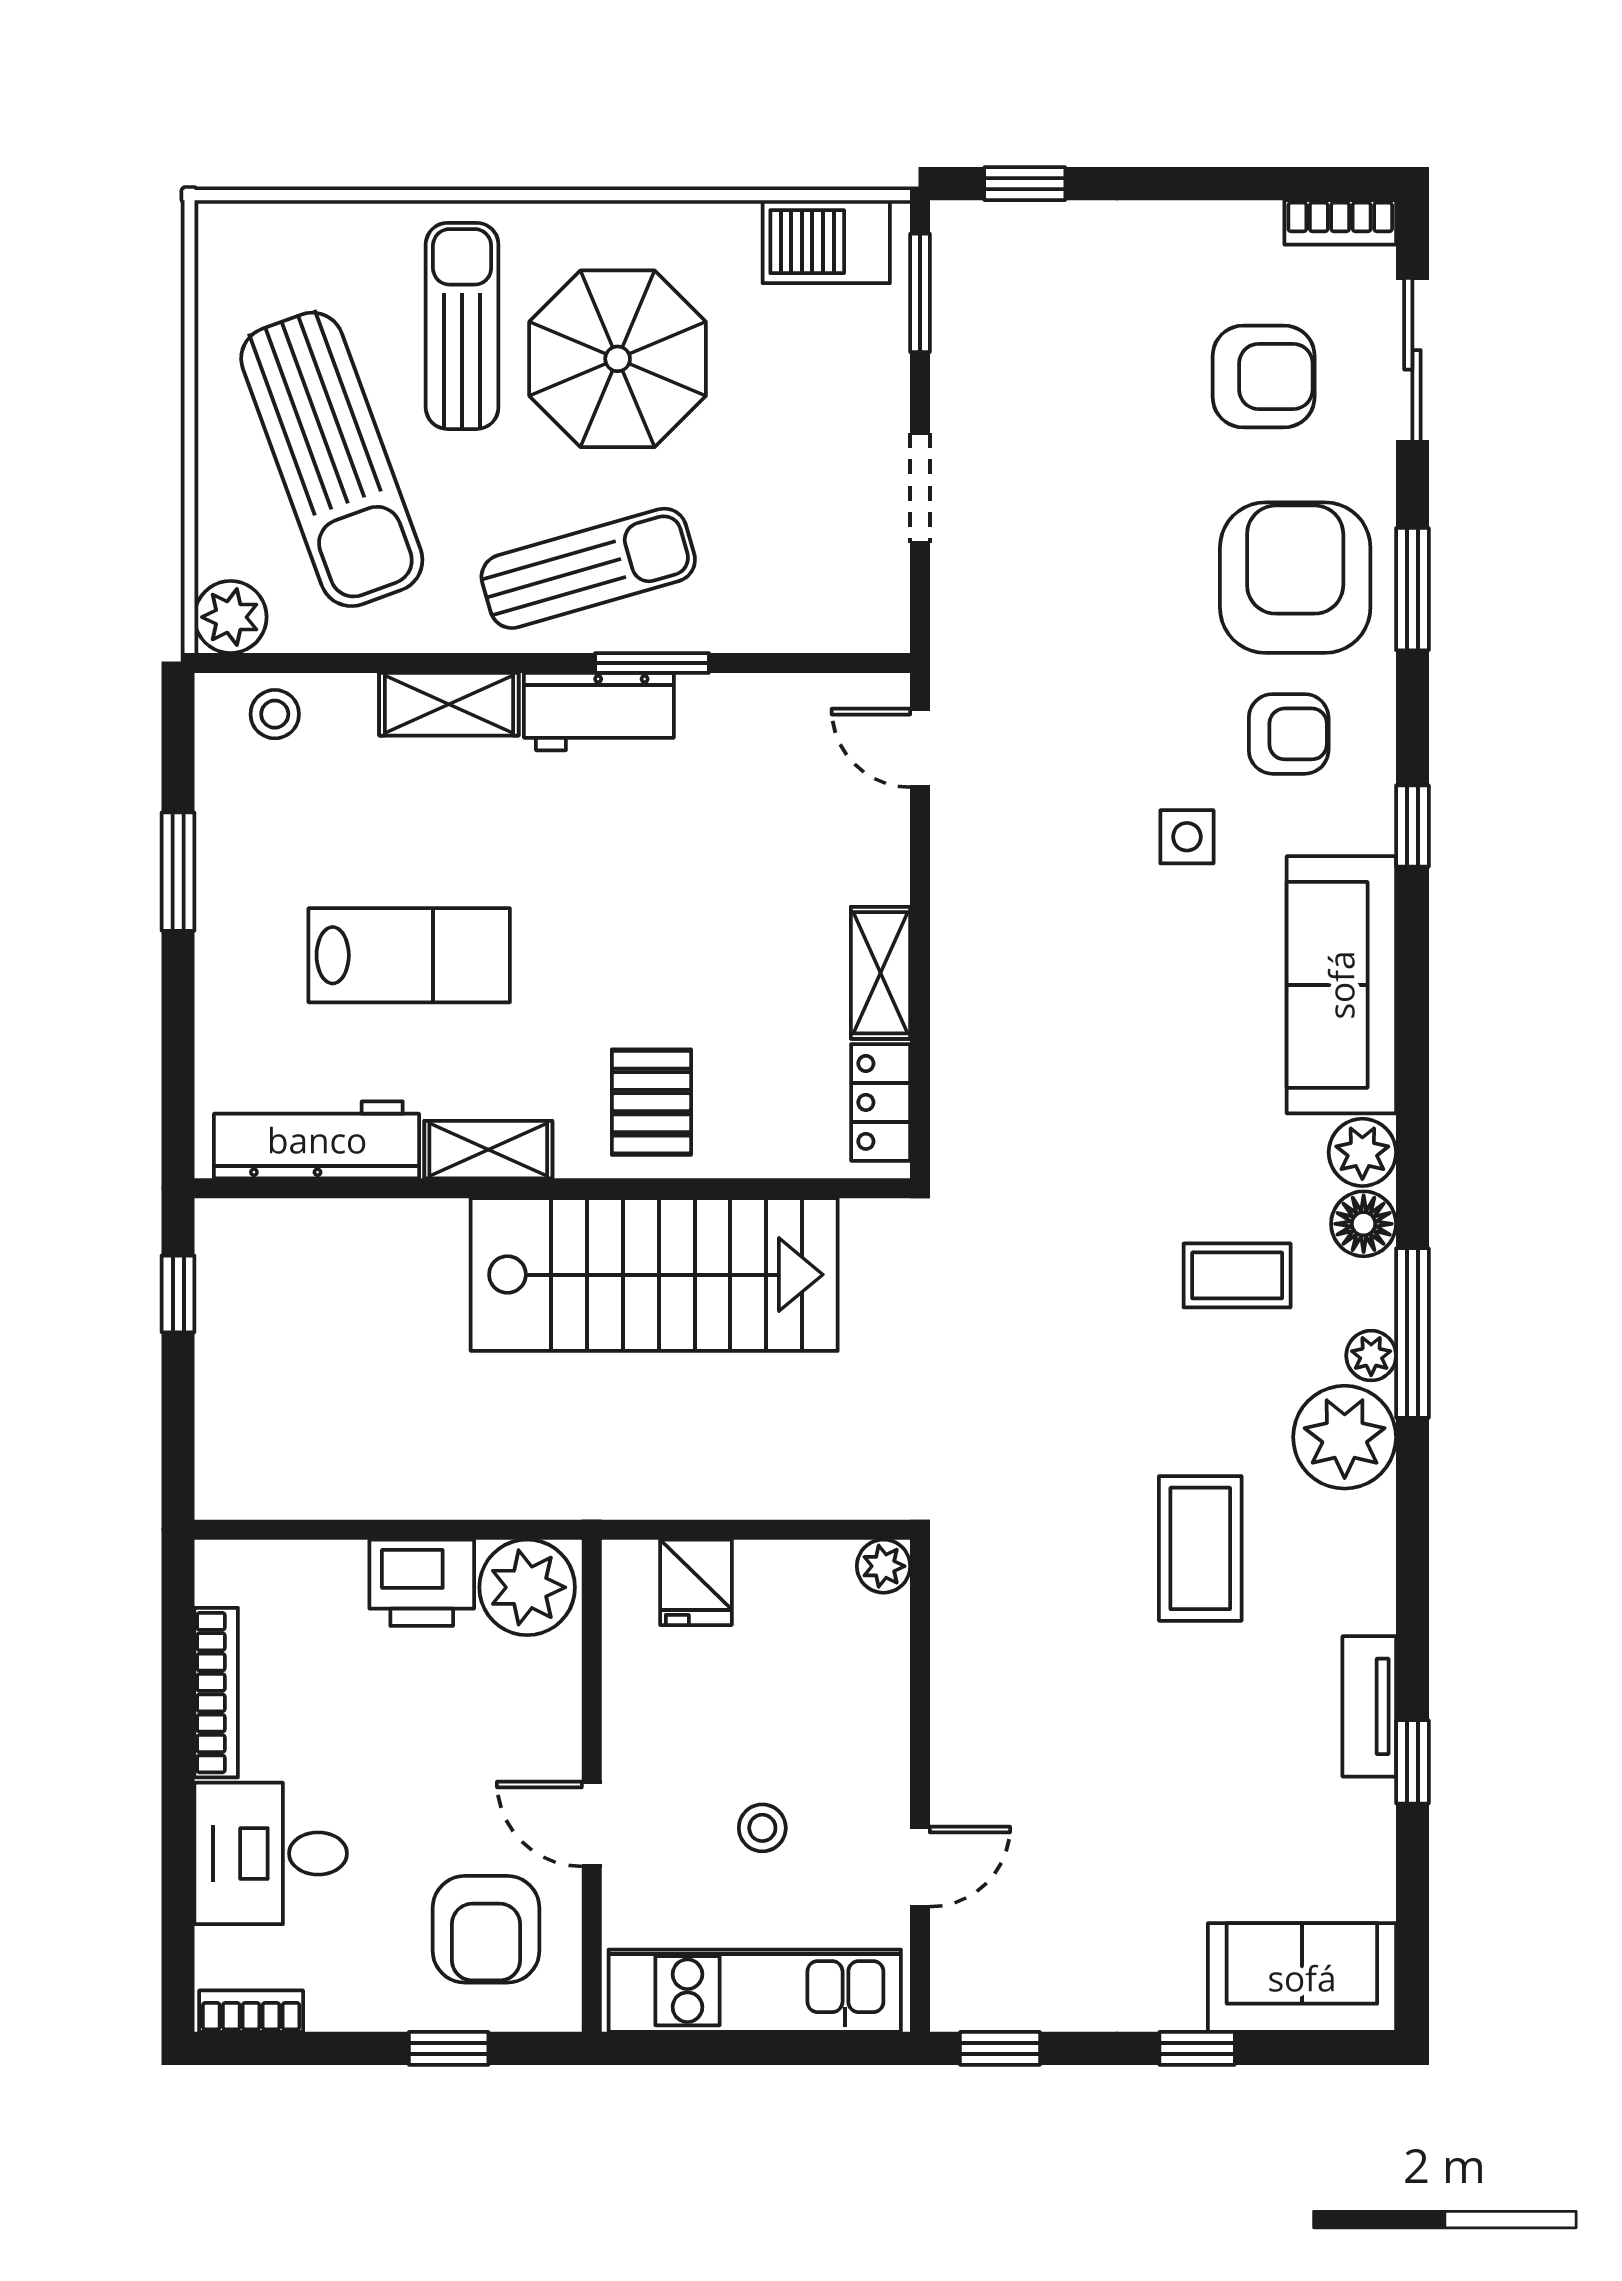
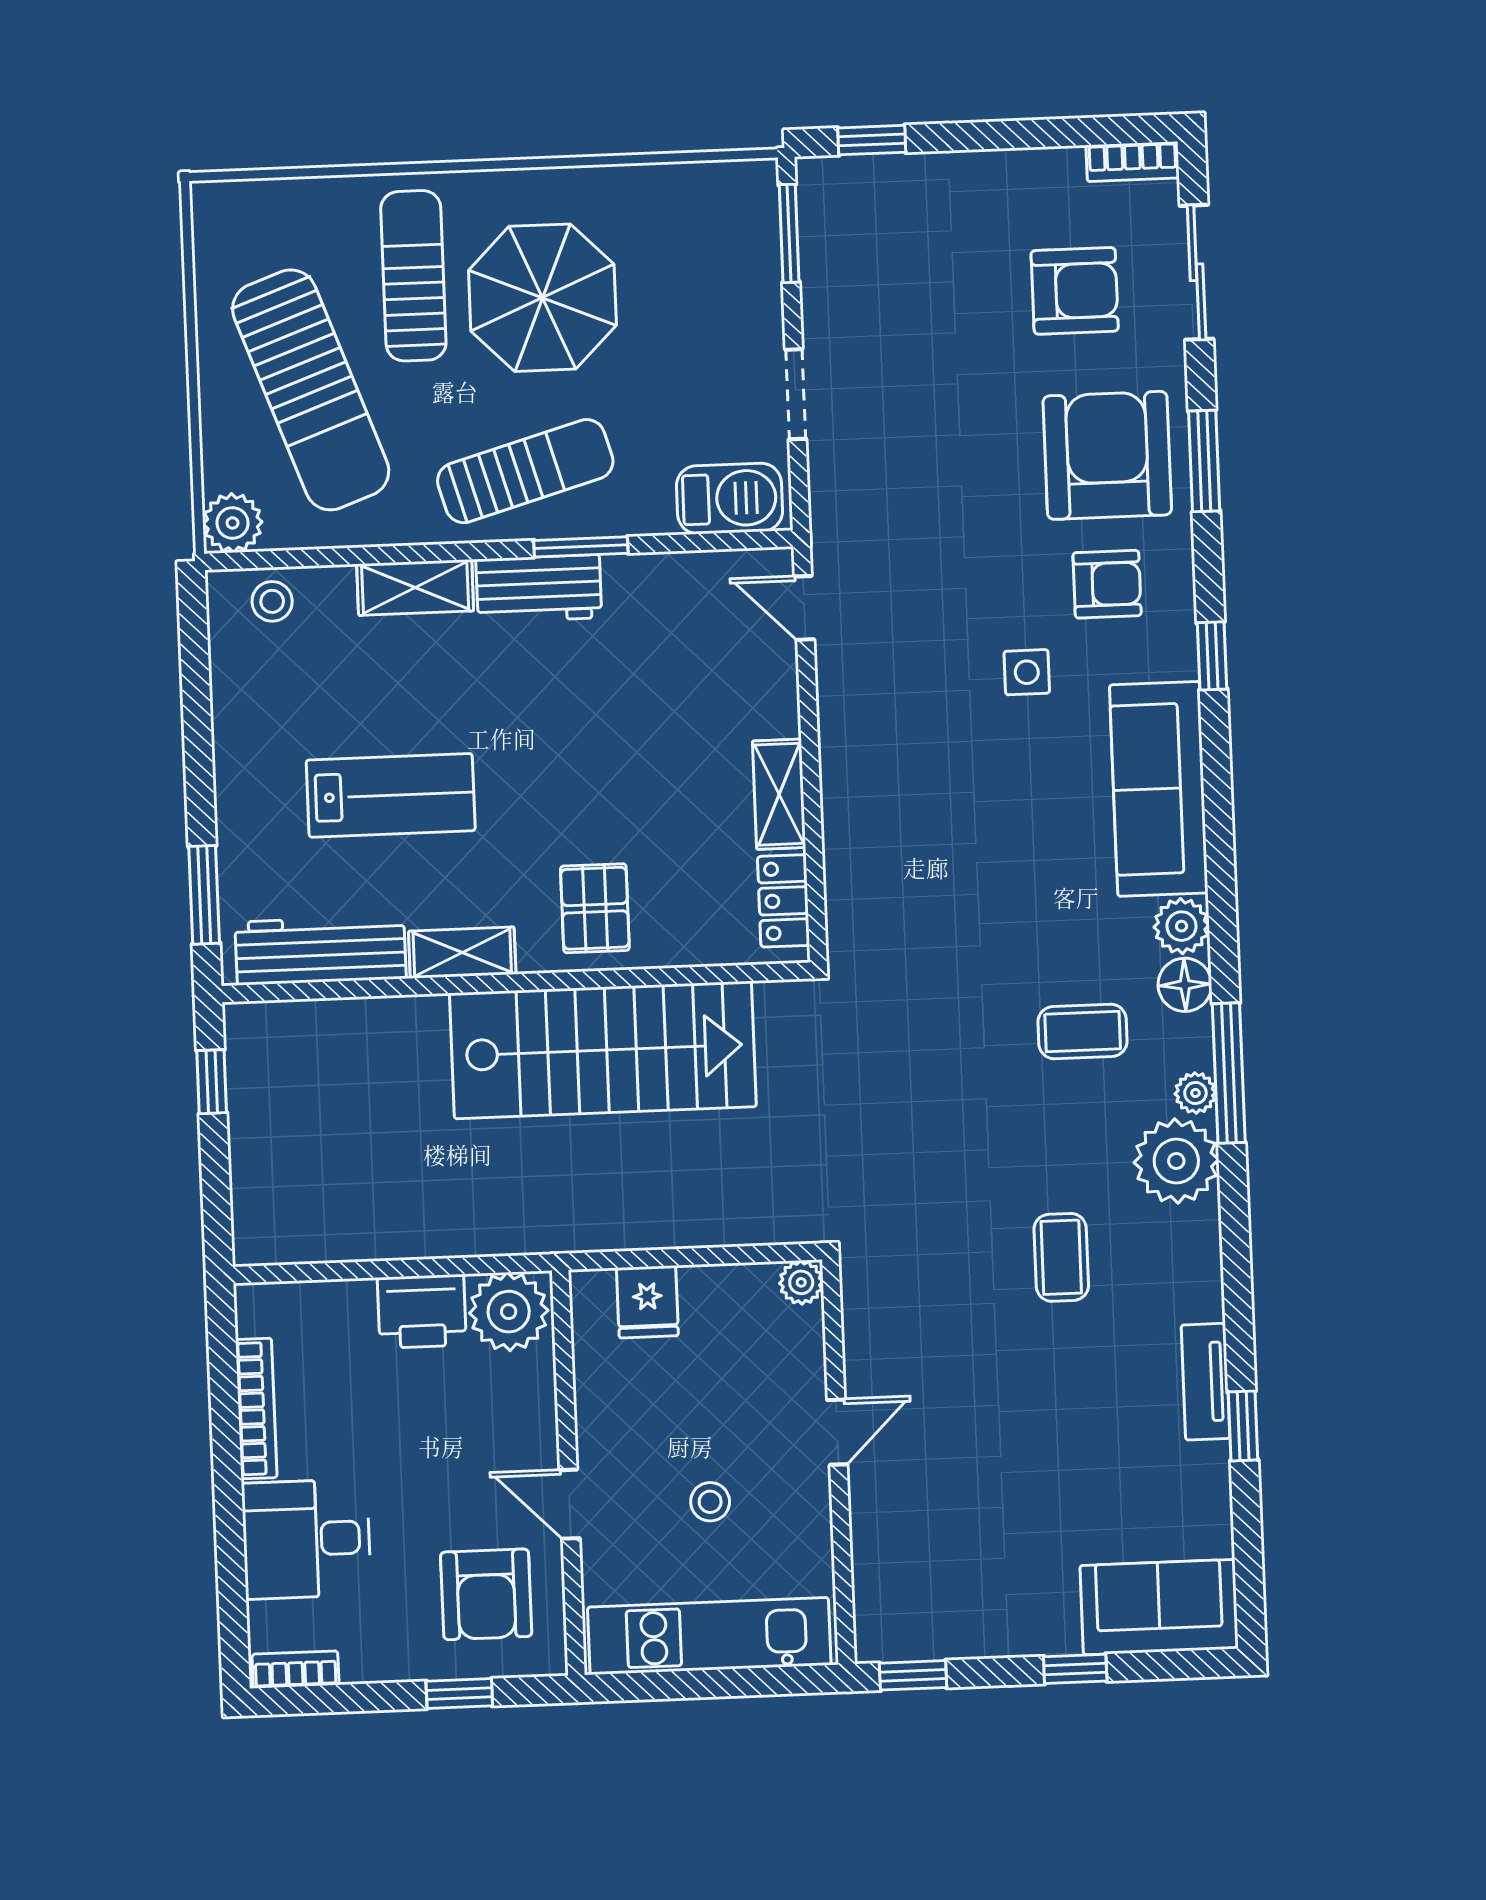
barbecue: (826, 242) -> (729, 498), moved, turned 180
window: (178, 872) -> (204, 895), moved
coffee table: (1200, 1548) -> (1061, 1257), width x0.73, depth x0.77
door: (920, 1867) -> (837, 1432), moved

